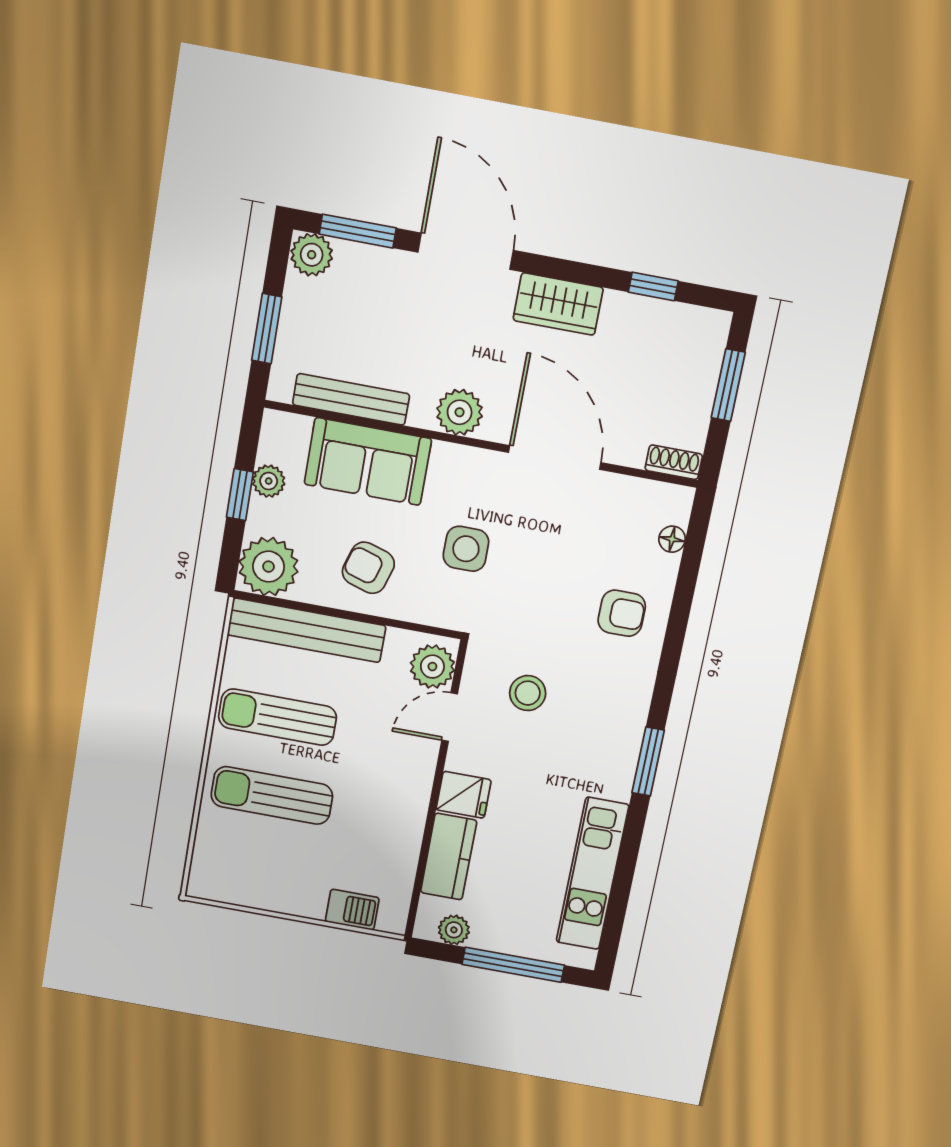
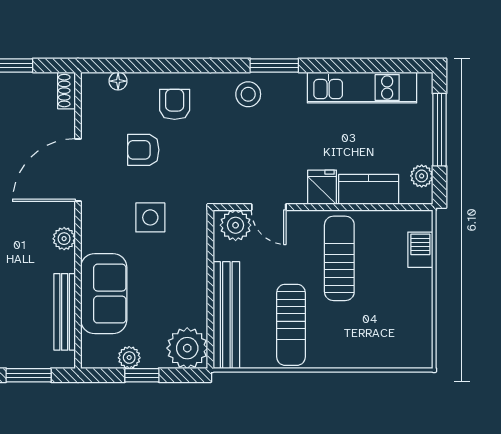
plant: (460, 412) -> (64, 239), width x0.73, depth x0.73
armchair: (368, 568) -> (143, 150), moved, turned 73
stool: (528, 693) -> (248, 94), moved
sun lounger: (272, 795) -> (339, 258), moved, turned 180

